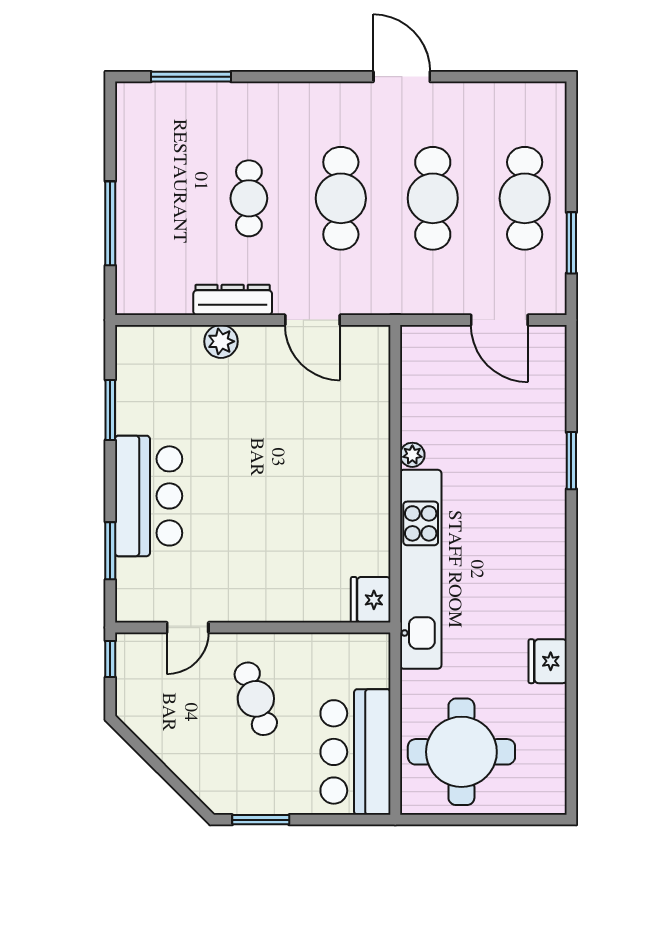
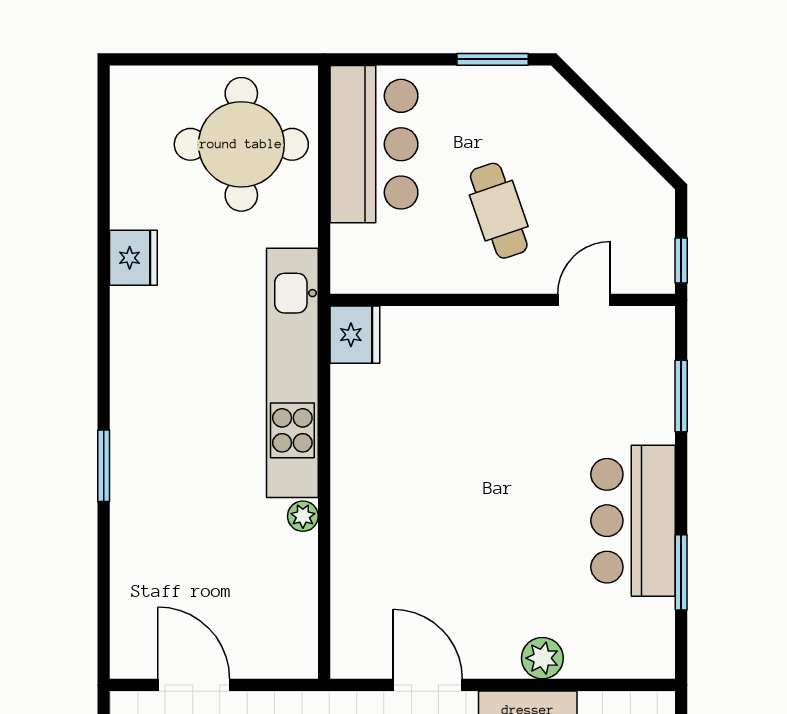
window: (571, 461) -> (104, 466), moved
bar counter: (149, 496) -> (633, 521), moved

